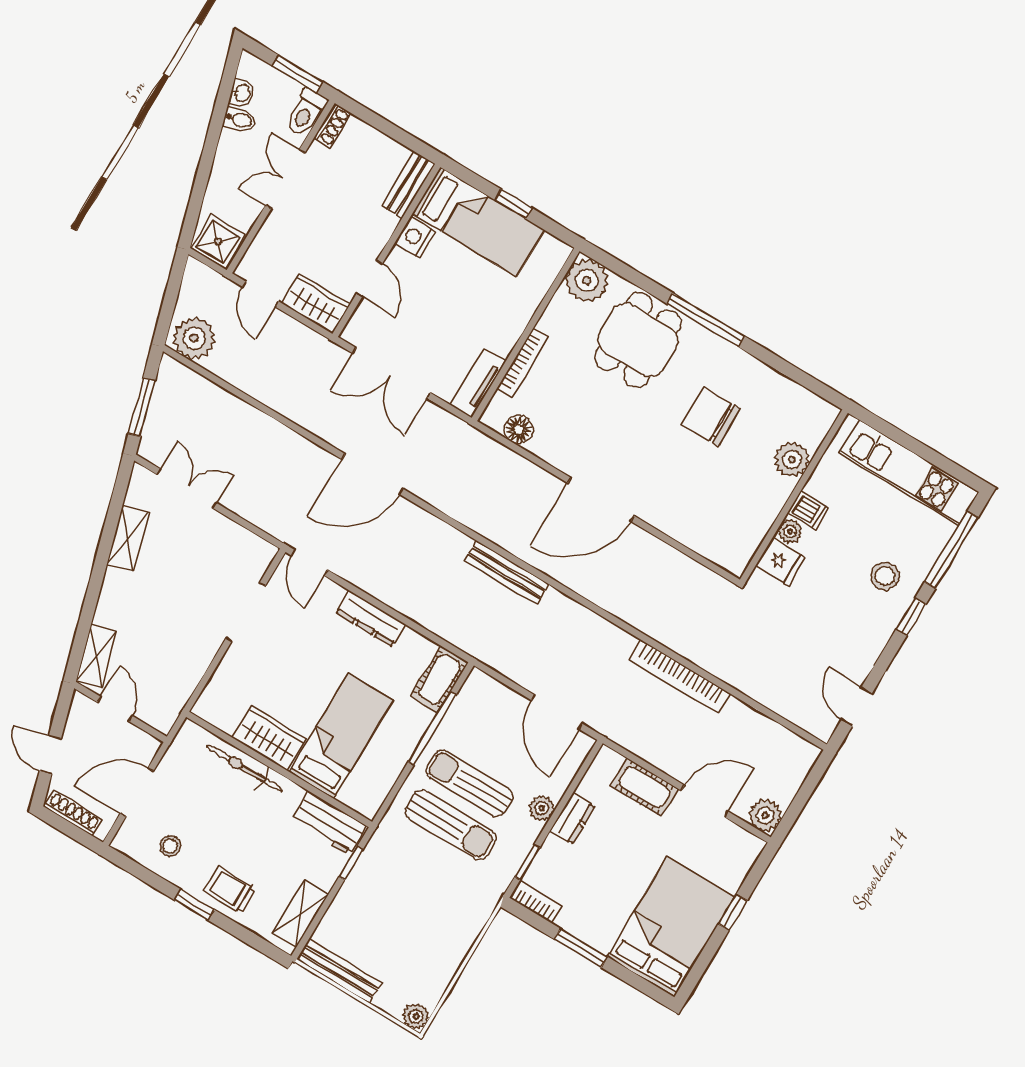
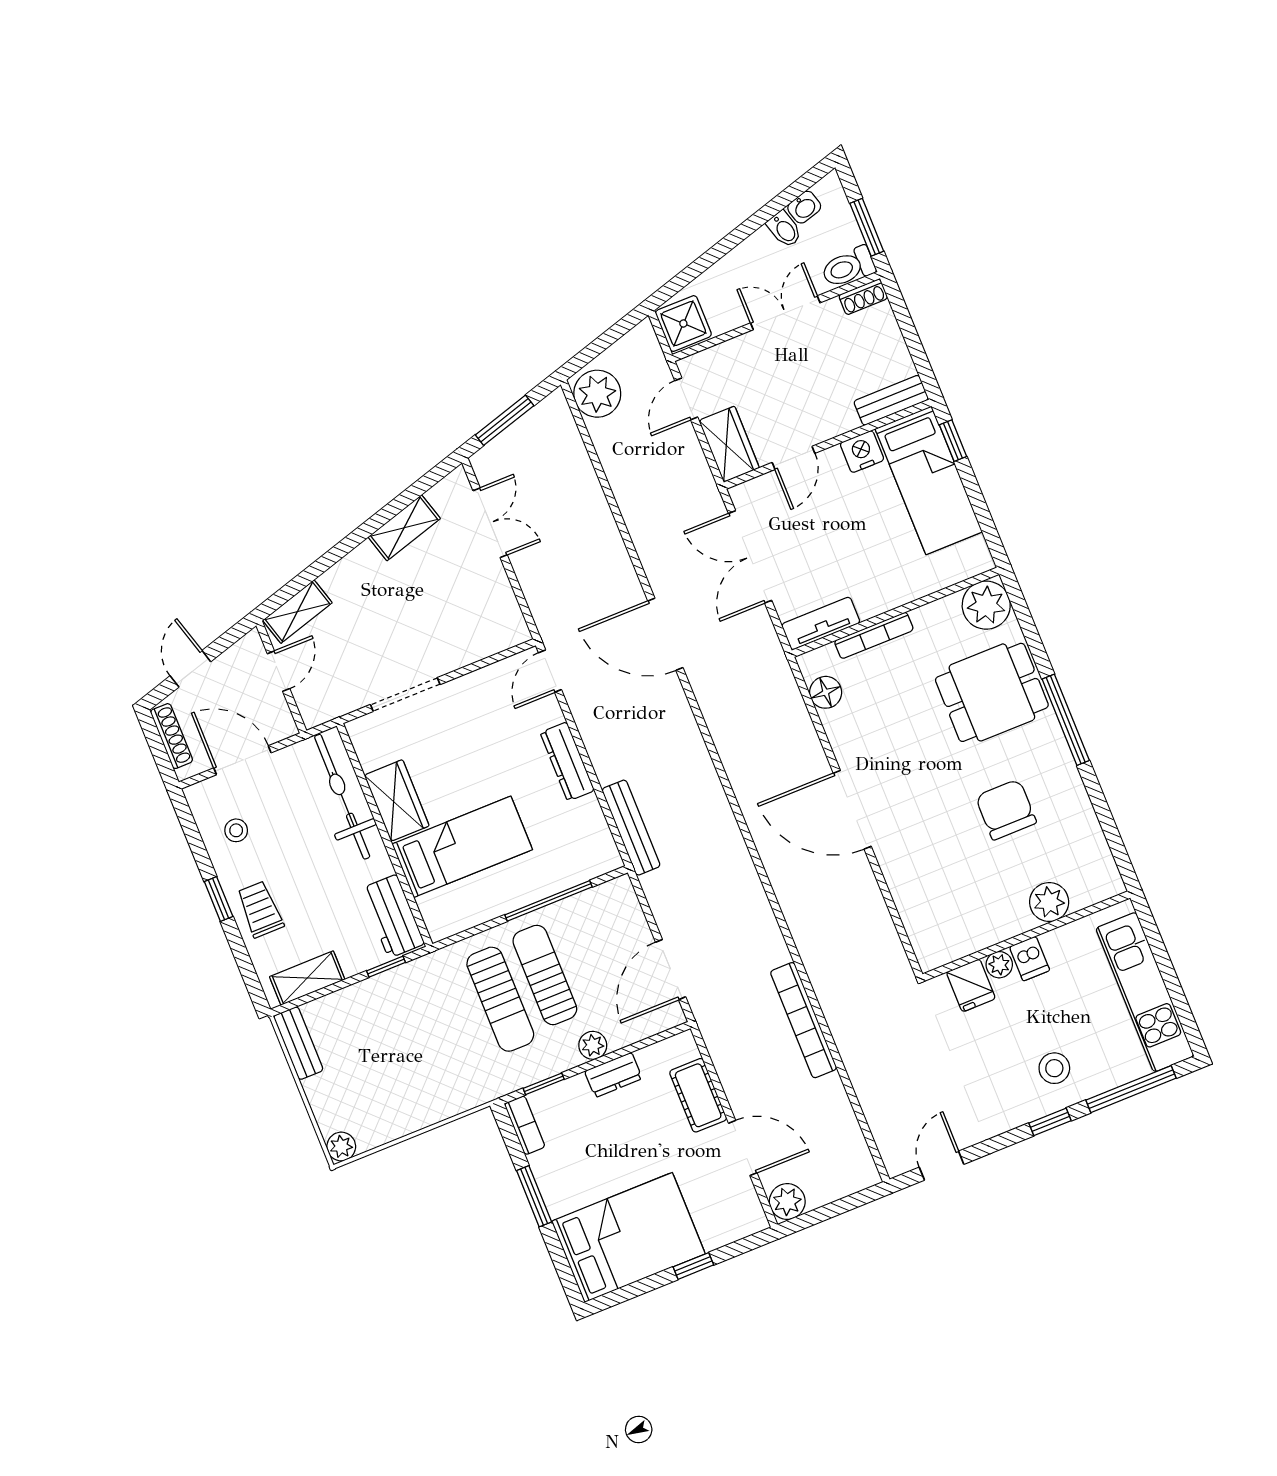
window: (514, 204) -> (953, 441), moved
bench: (506, 572) -> (631, 828), moved
doorway: (246, 612) -> (405, 694), moved
cot: (439, 679) -> (588, 862), removed
bicycle: (245, 768) -> (342, 797), width x1.37, depth x1.40
bench: (339, 971) -> (298, 1043), width x0.73

